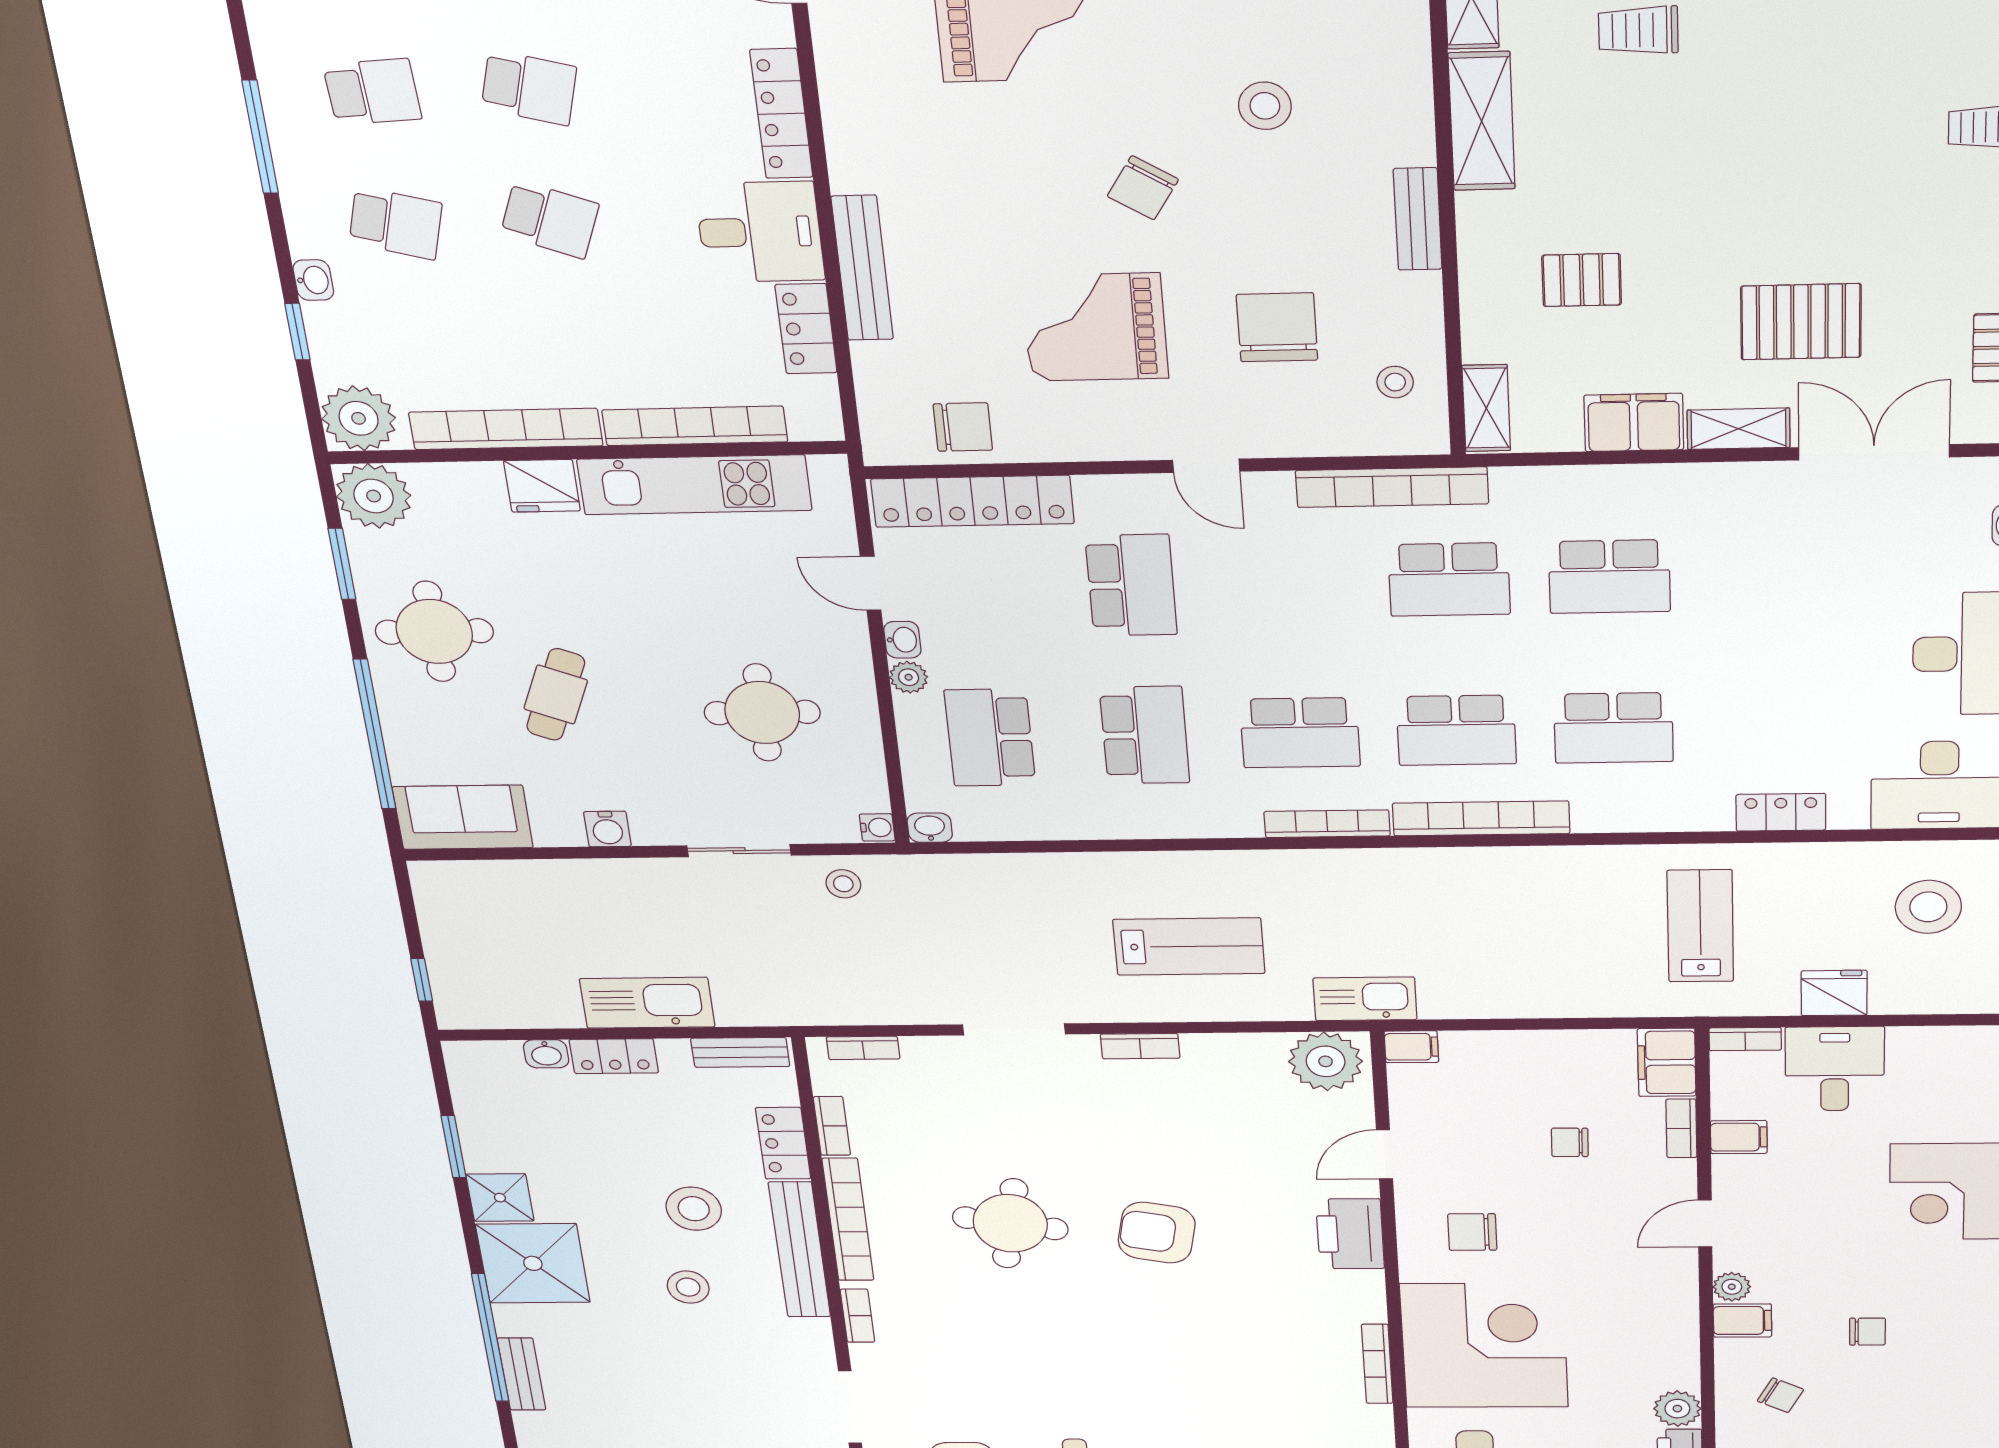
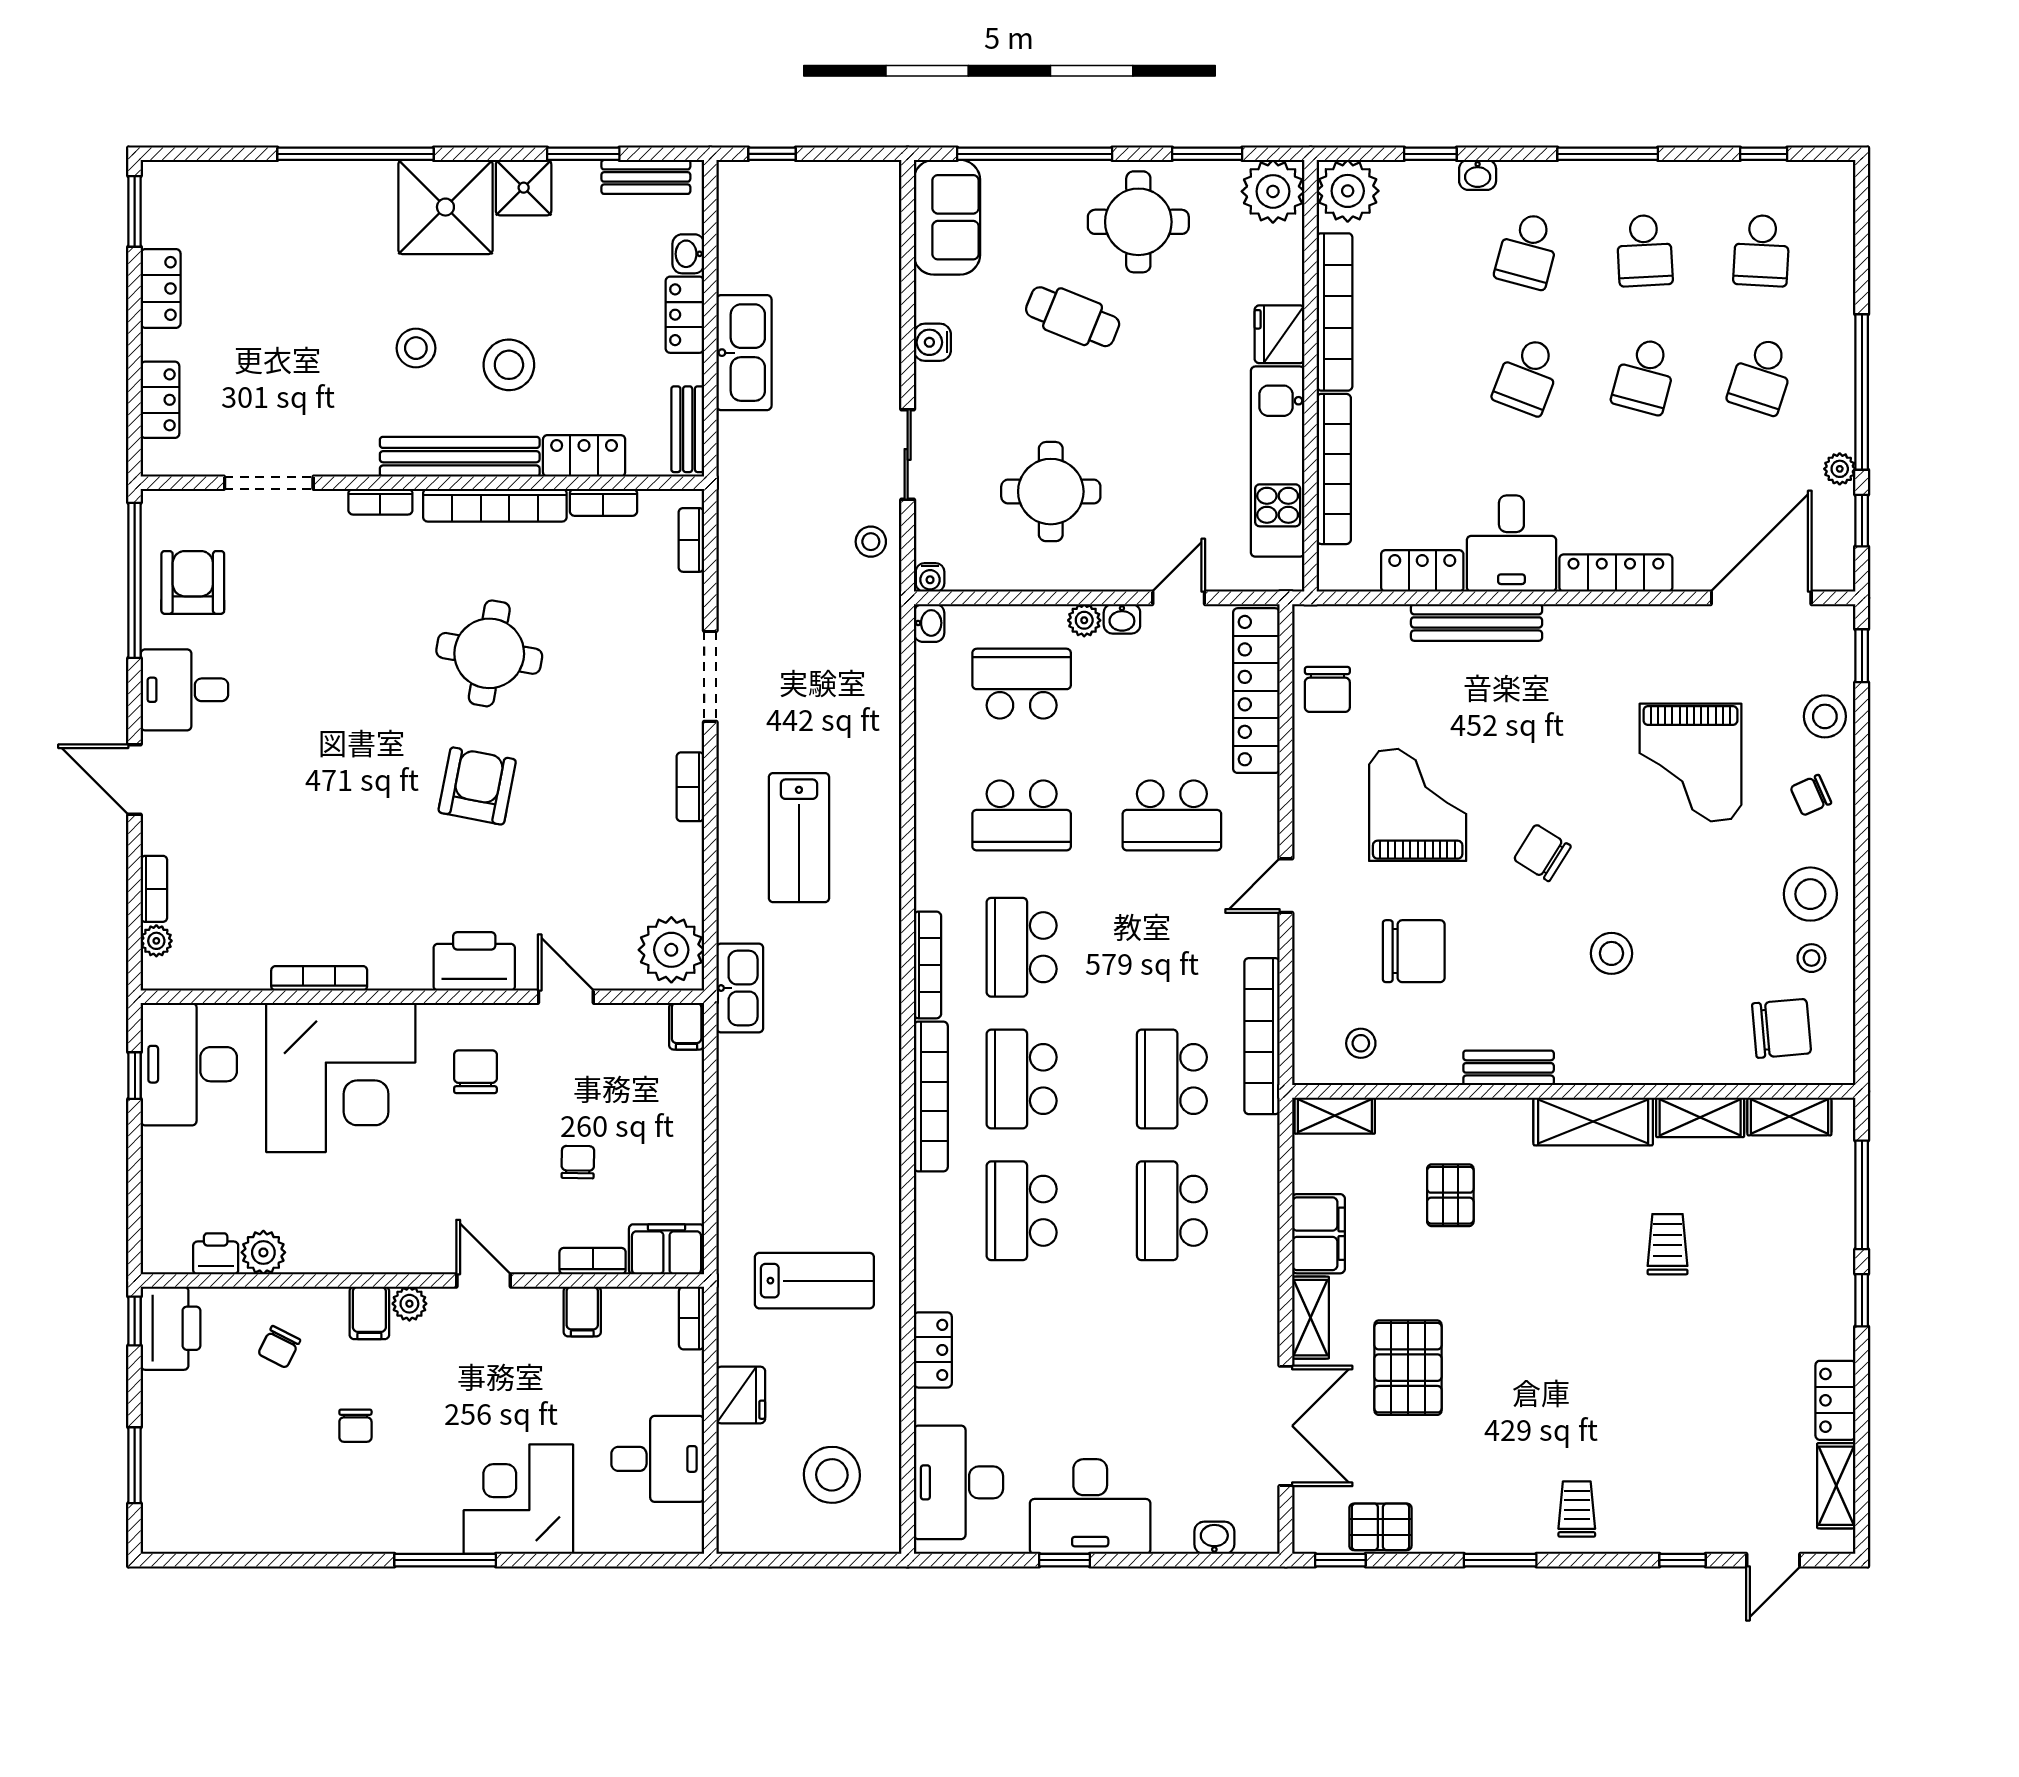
desk: (1835, 1069) -> (658, 1459), moved
bench: (521, 1374) -> (646, 177), moved

